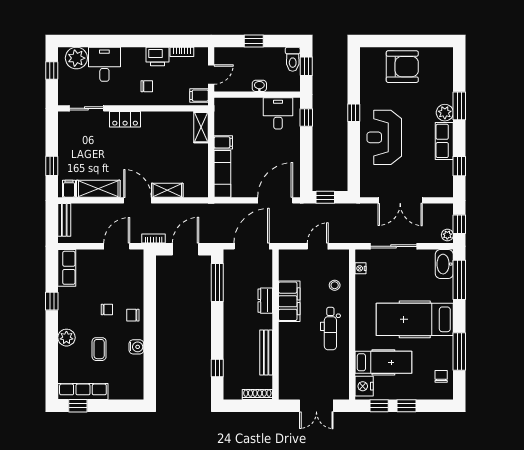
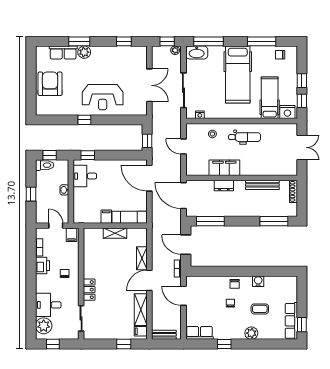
shelving: (201, 127) -> (115, 233), moved
row of seats: (444, 141) -> (63, 52), moved
window: (217, 368) -> (274, 221), width x2.17

